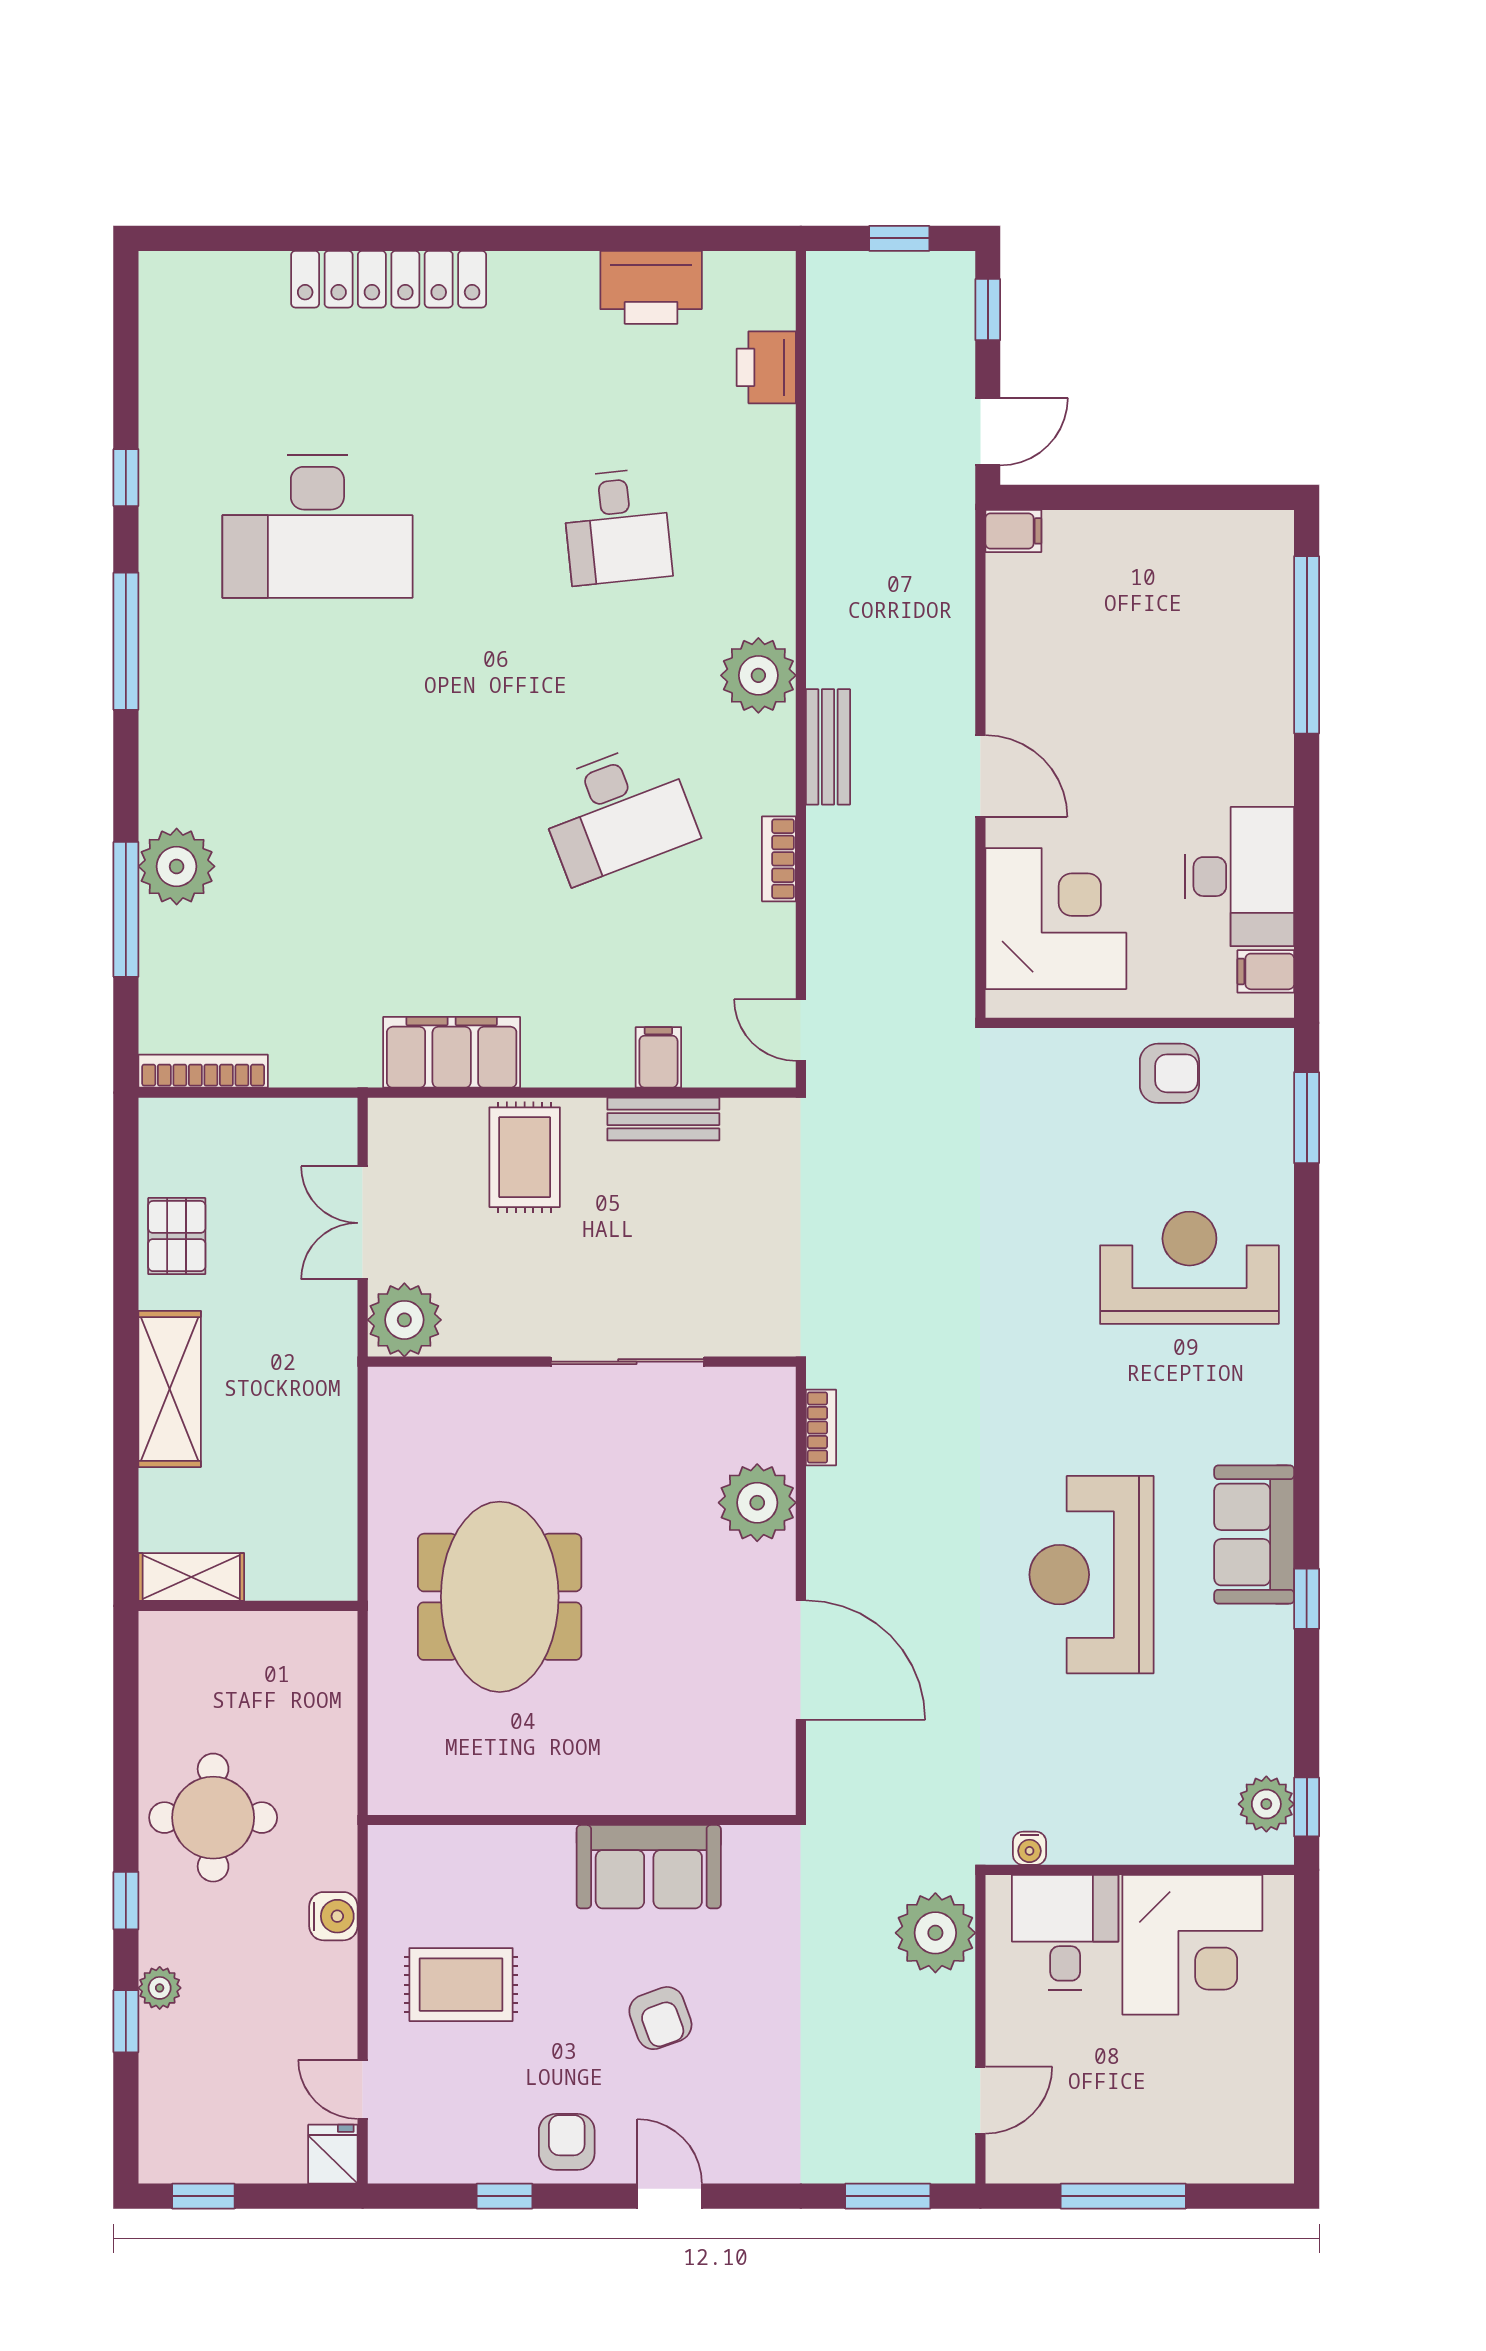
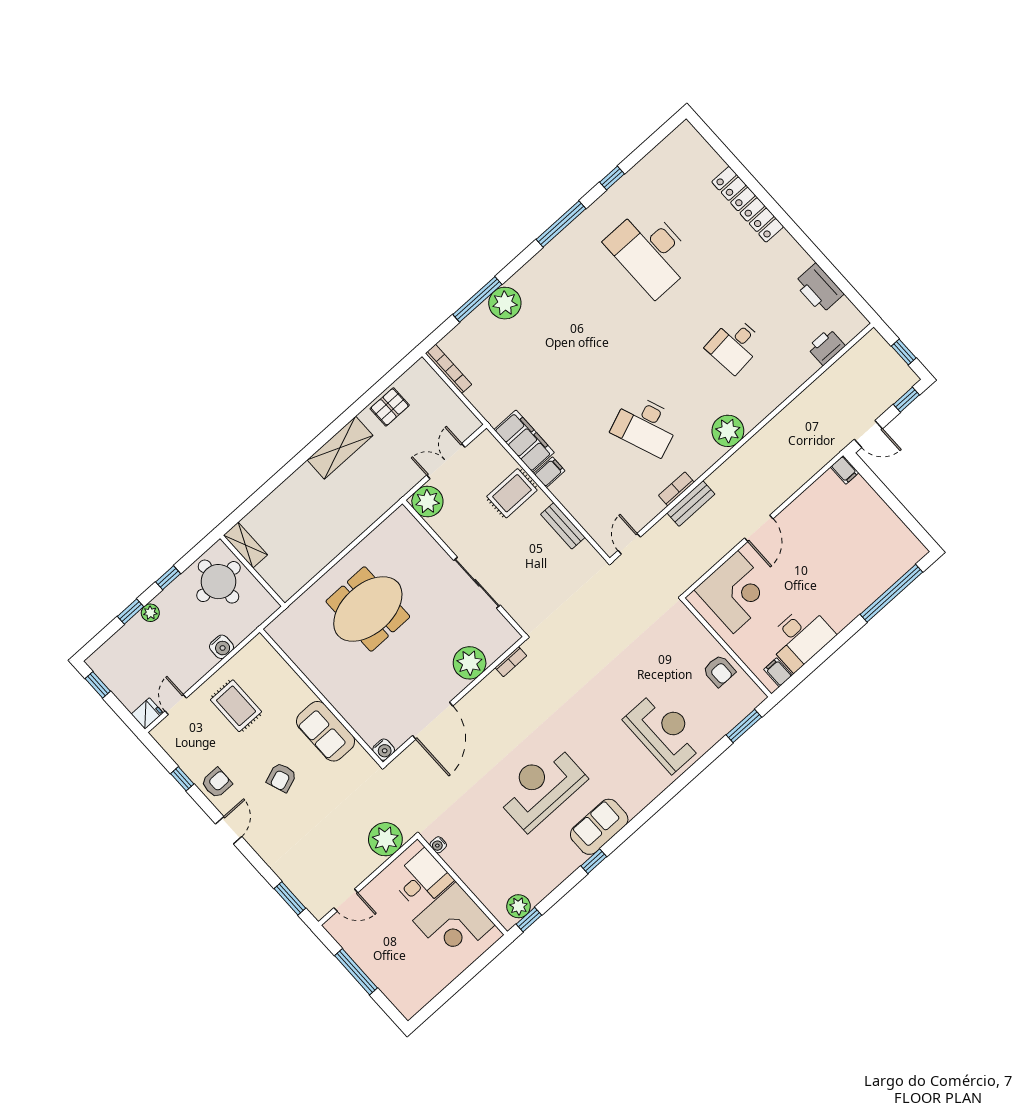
bench: (828, 747) -> (691, 504), moved
filing cabinet: (658, 1057) -> (549, 472), moved
shelving: (191, 1577) -> (245, 545), moved
wall: (248, 1606) -> (252, 571), moved
water cooler: (774, 1793) -> (384, 750), added

